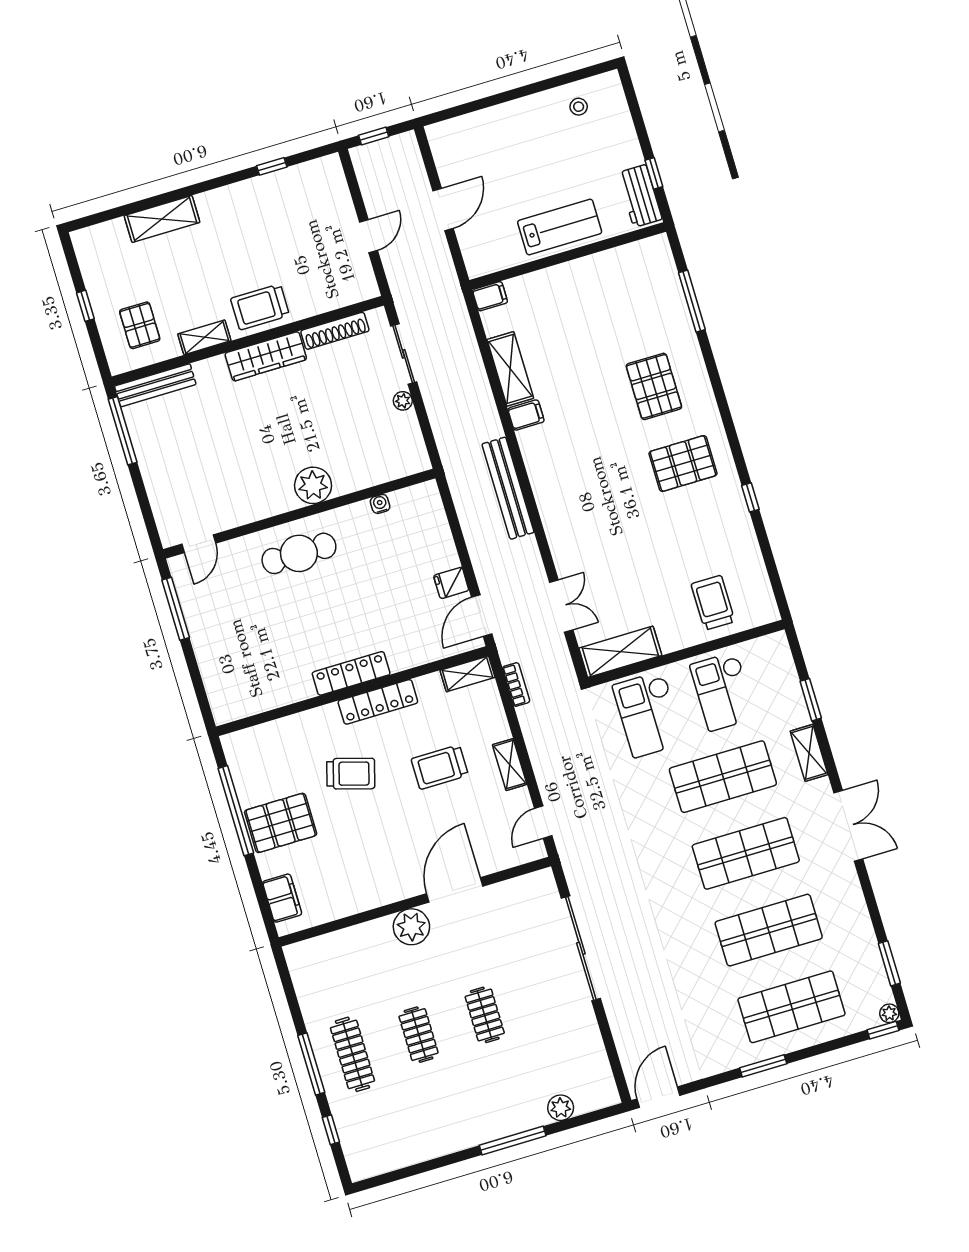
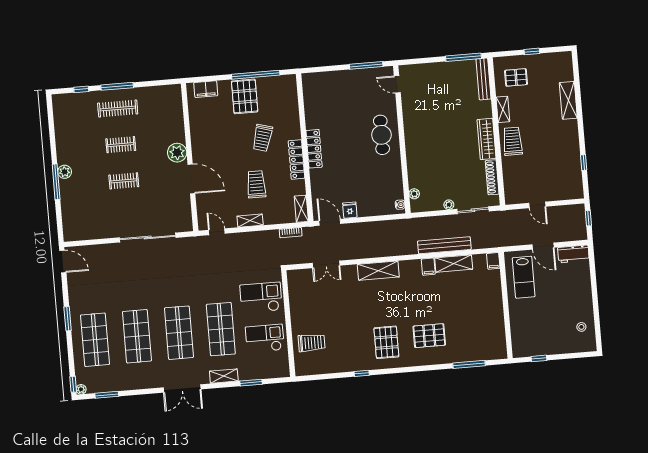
workbench: (640, 196) -> (573, 254), moved, turned 180
lab bench: (560, 227) -> (524, 277), moved
plant: (313, 485) -> (414, 194), moved, width x0.53, depth x0.53
bench: (508, 488) -> (444, 245), moved
water cooler: (380, 504) -> (400, 205), moved
shelving: (620, 652) -> (378, 271), moved, turned 90
plant: (561, 1108) -> (65, 172), moved

